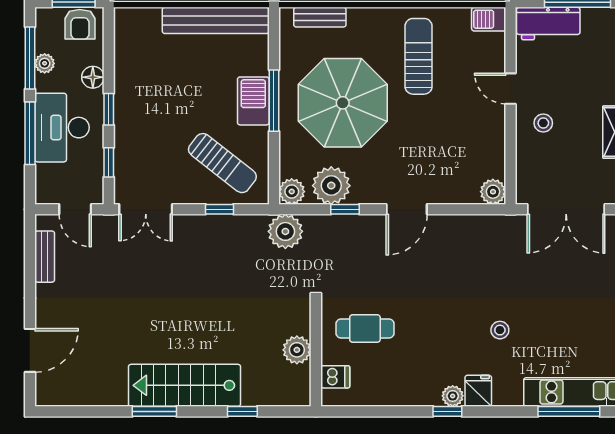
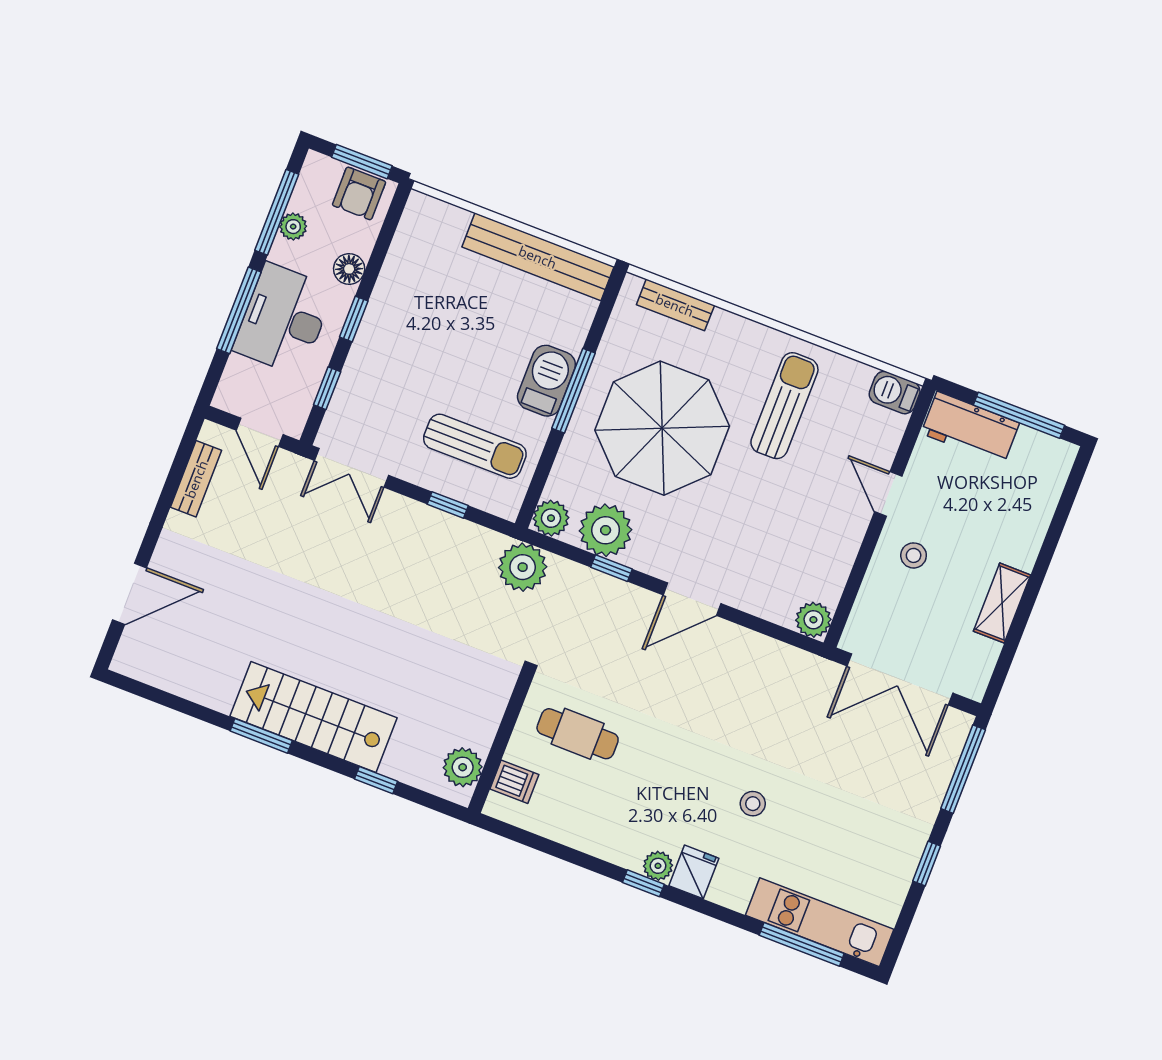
sun lounger: (222, 163) -> (475, 446), turned -38
plant: (297, 350) -> (463, 767), moved

